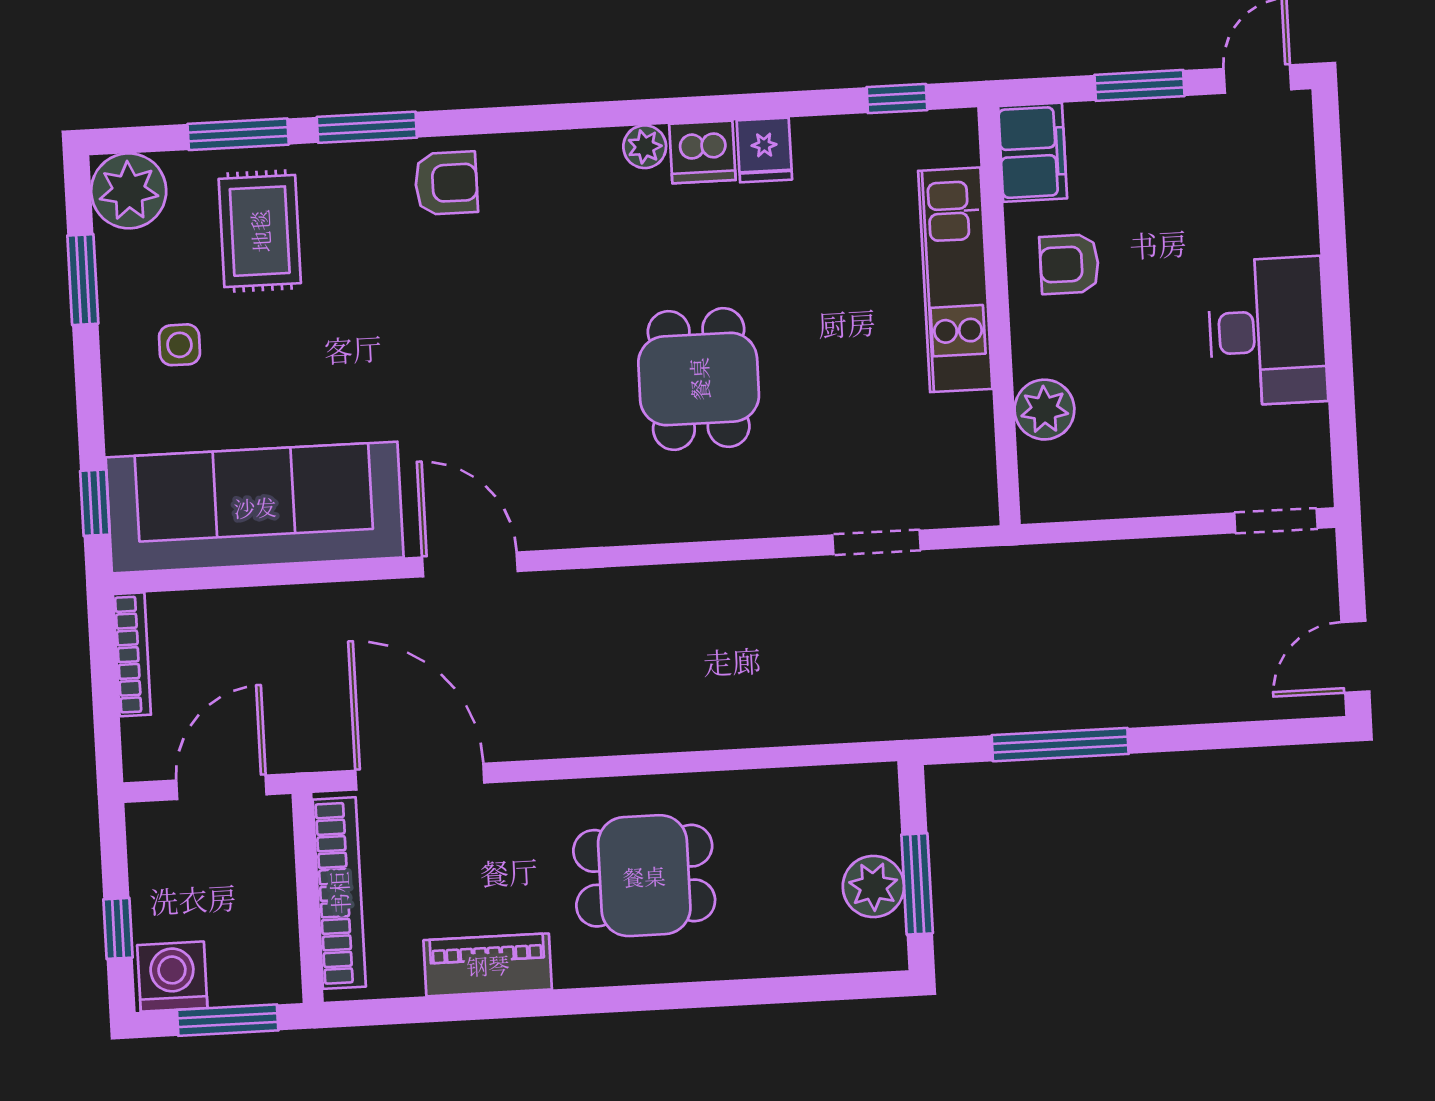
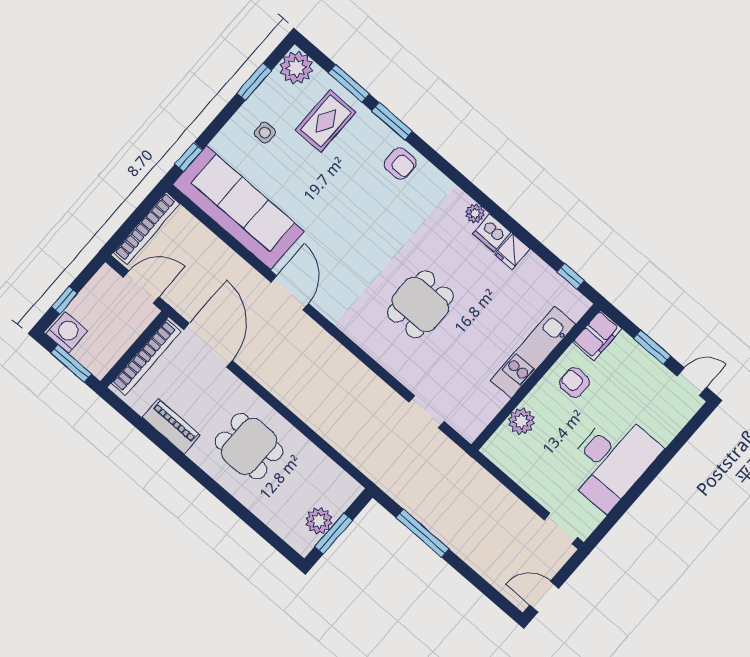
desk: (1267, 331) -> (611, 460), width x1.36, depth x1.30
bookcase: (132, 654) -> (147, 228), width x1.48, depth x1.31

